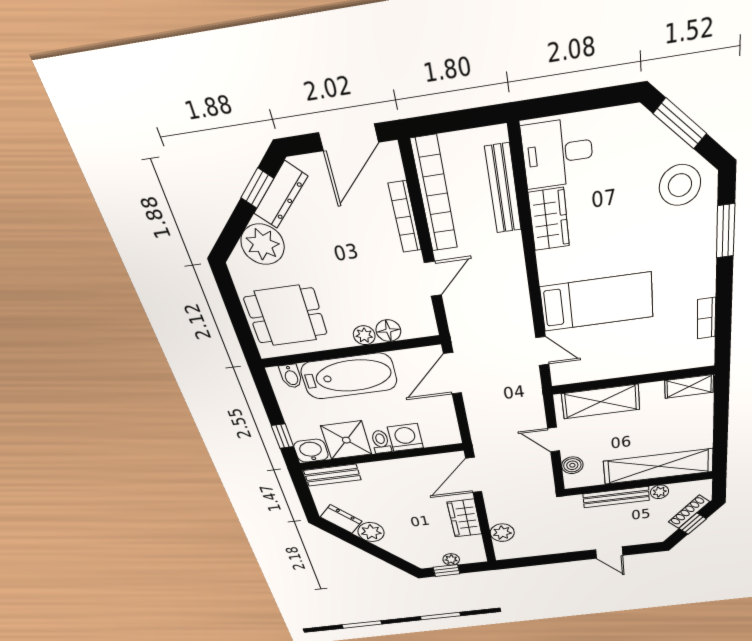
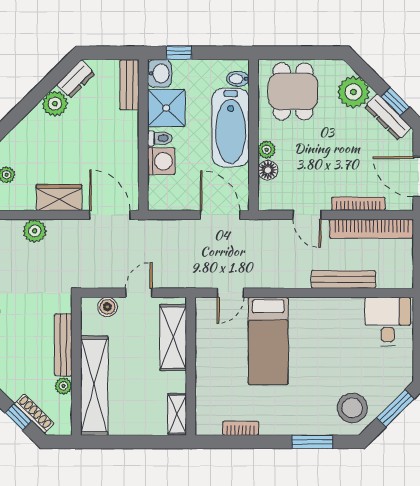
bench: (503, 189) -> (343, 279), moved
wardrobe: (549, 219) -> (341, 310), removed

